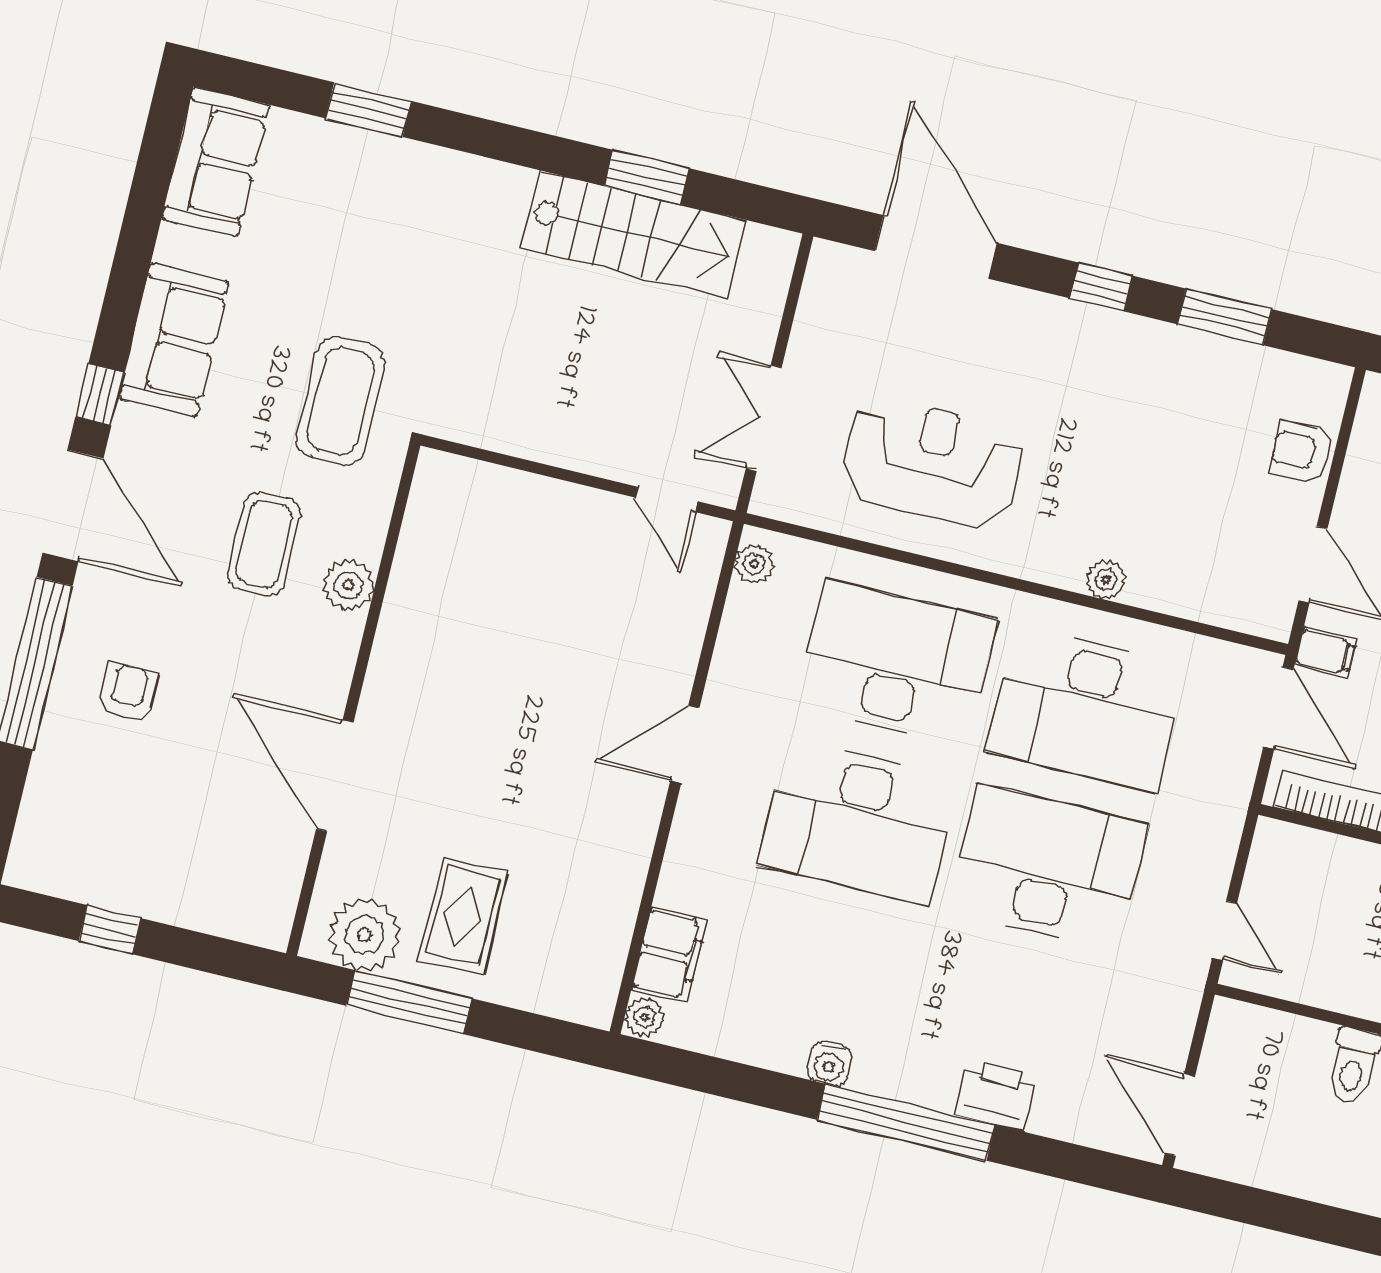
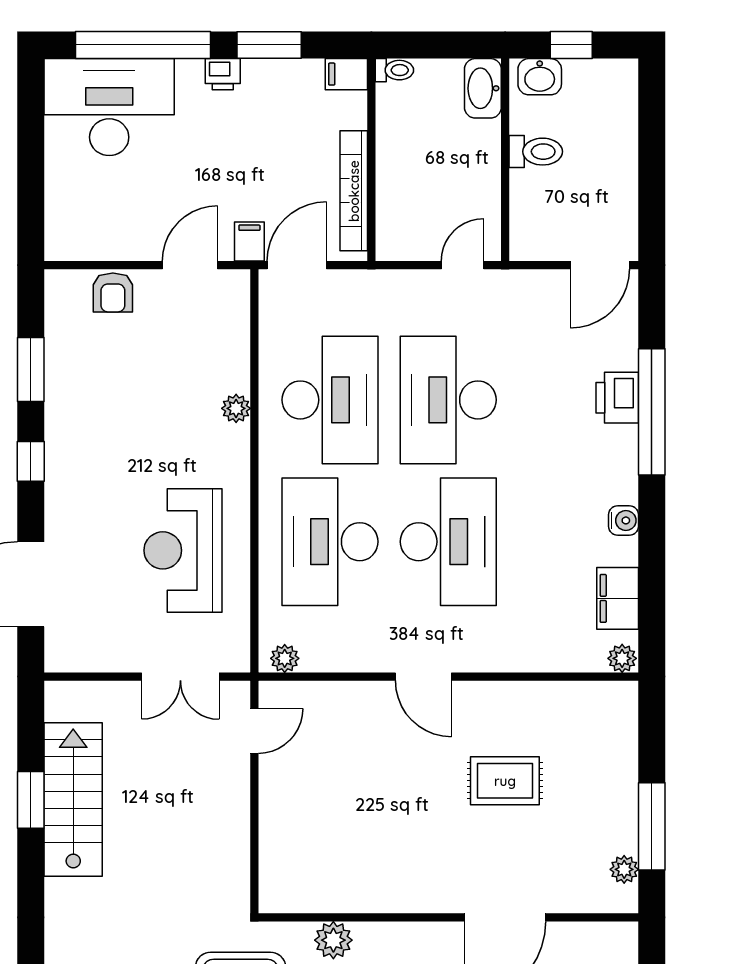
plant: (349, 585) -> (333, 940), moved
rug: (463, 916) -> (505, 781), moved
plant: (365, 935) -> (624, 869), width x0.53, depth x0.53
filing cabinet: (669, 955) -> (618, 598), moved, turned -90
window: (906, 1122) -> (652, 412), moved

